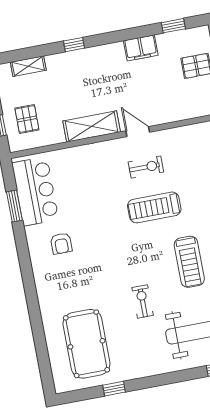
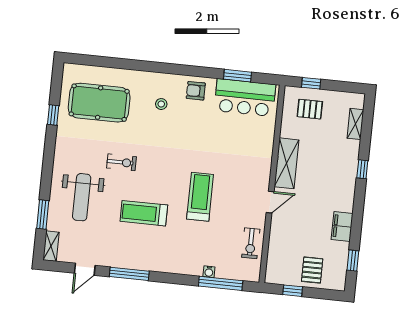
exercise bike: (146, 167) -> (251, 243), moved
armchair: (61, 243) -> (196, 91), moved
stool: (68, 278) -> (161, 104), added

